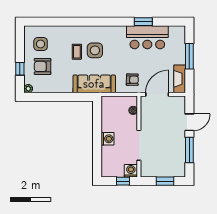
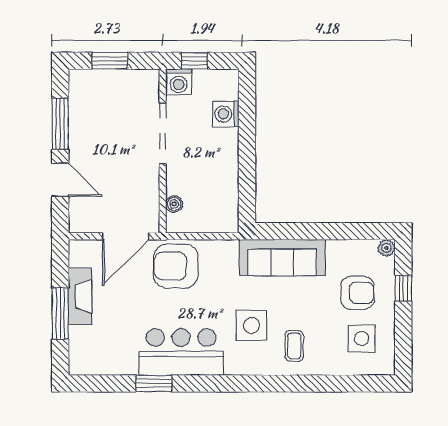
bar counter: (147, 37) -> (181, 352), moved
coffee table: (77, 52) -> (294, 346), moved
fireplace: (180, 79) -> (80, 296), moved
armchair: (132, 80) -> (176, 266), width x1.88, depth x1.88
sofa: (94, 84) -> (282, 258), moved
door: (189, 122) -> (60, 180), swing flipped
washing machine: (108, 139) -> (226, 114), moved

